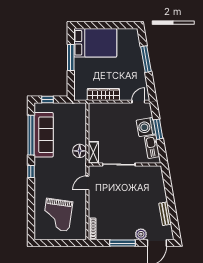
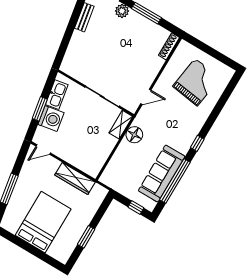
bed: (95, 43) -> (43, 222), moved, turned 90
window: (71, 57) -> (86, 237), width x0.69

